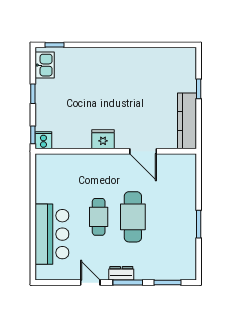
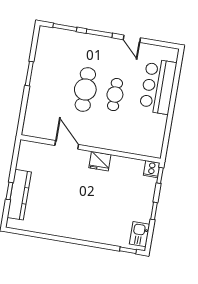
kitchen counter: (187, 121) -> (19, 195), moved
dresser: (121, 273) -> (104, 42), removed

